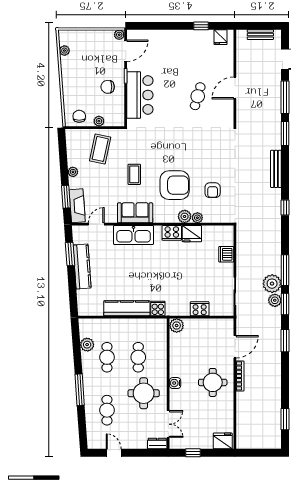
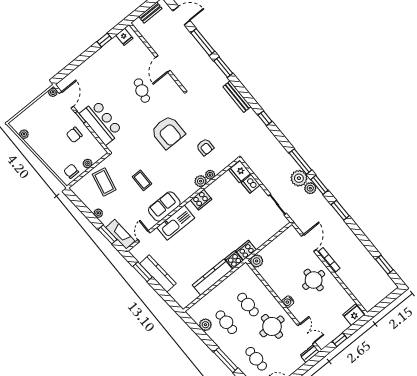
armchair: (175, 185) -> (168, 132), moved, turned 90
fridge: (192, 234) -> (240, 172), moved, turned 90
cooker: (200, 309) -> (246, 250), moved

